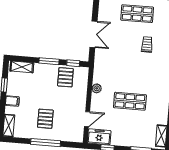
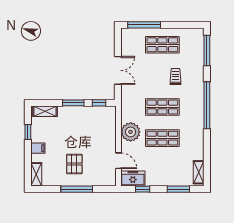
shop shelf: (132, 72) -> (162, 107), added
pallet: (65, 77) -> (92, 118), removed
plant: (97, 88) -> (131, 132), width x1.87, depth x1.87
door: (87, 119) -> (119, 161), hinge flipped

